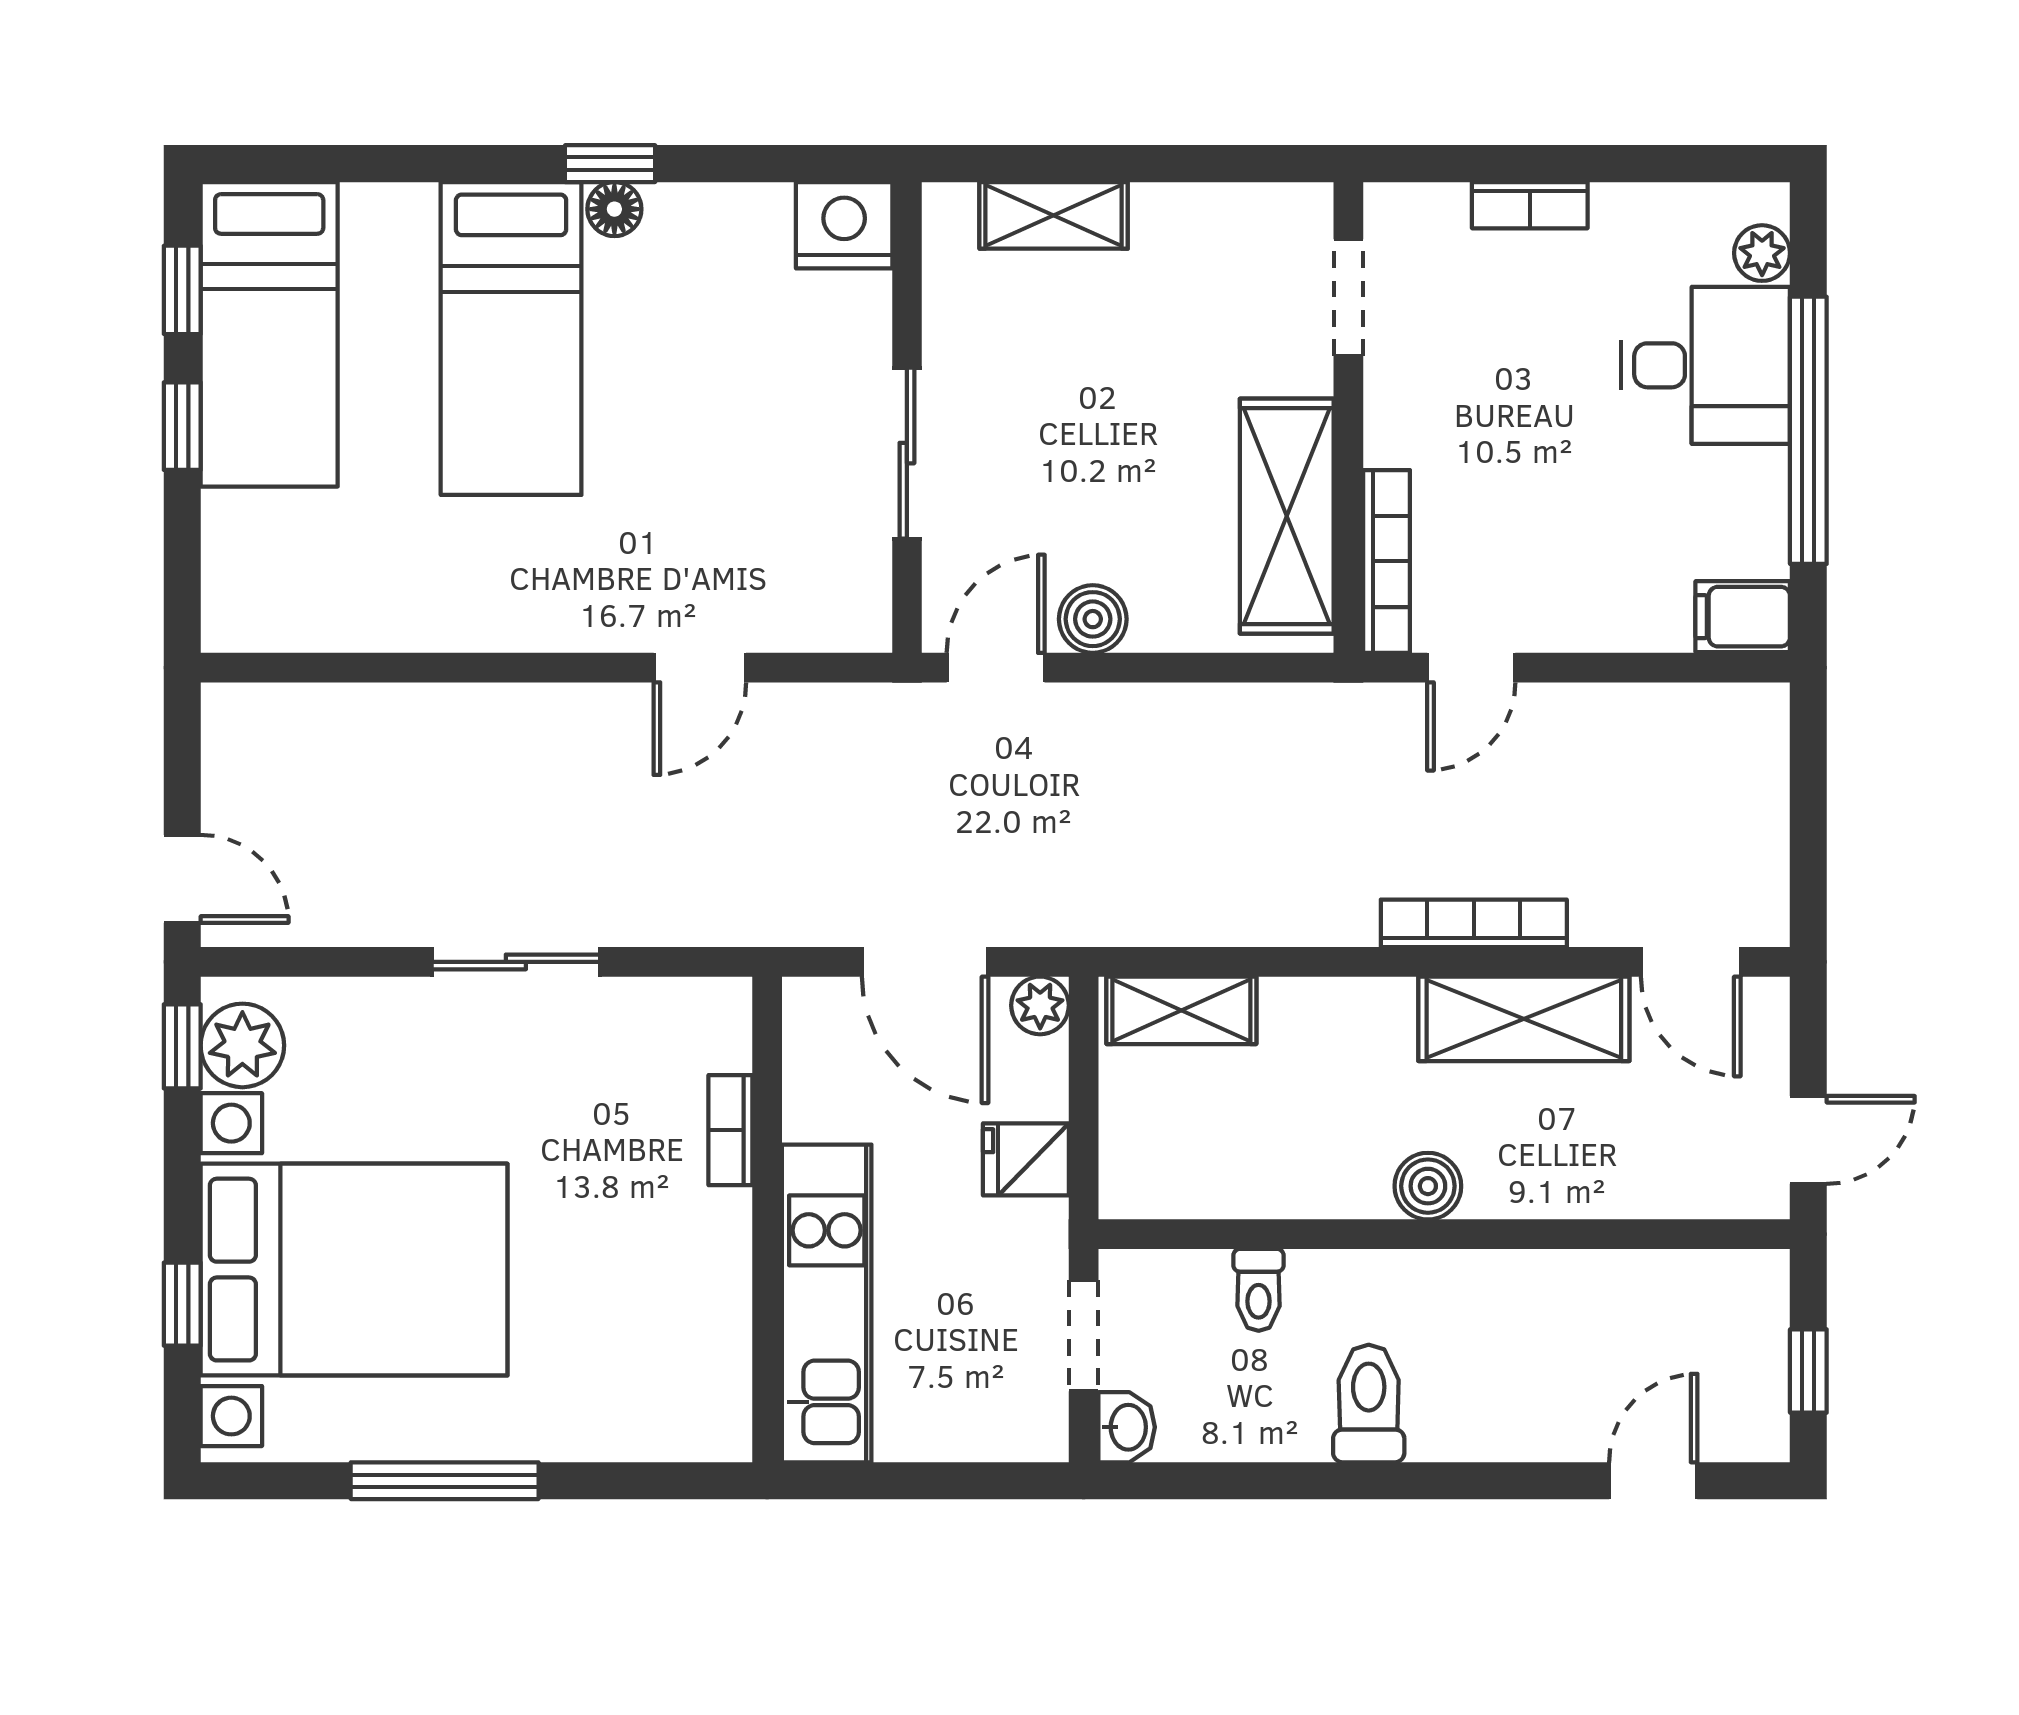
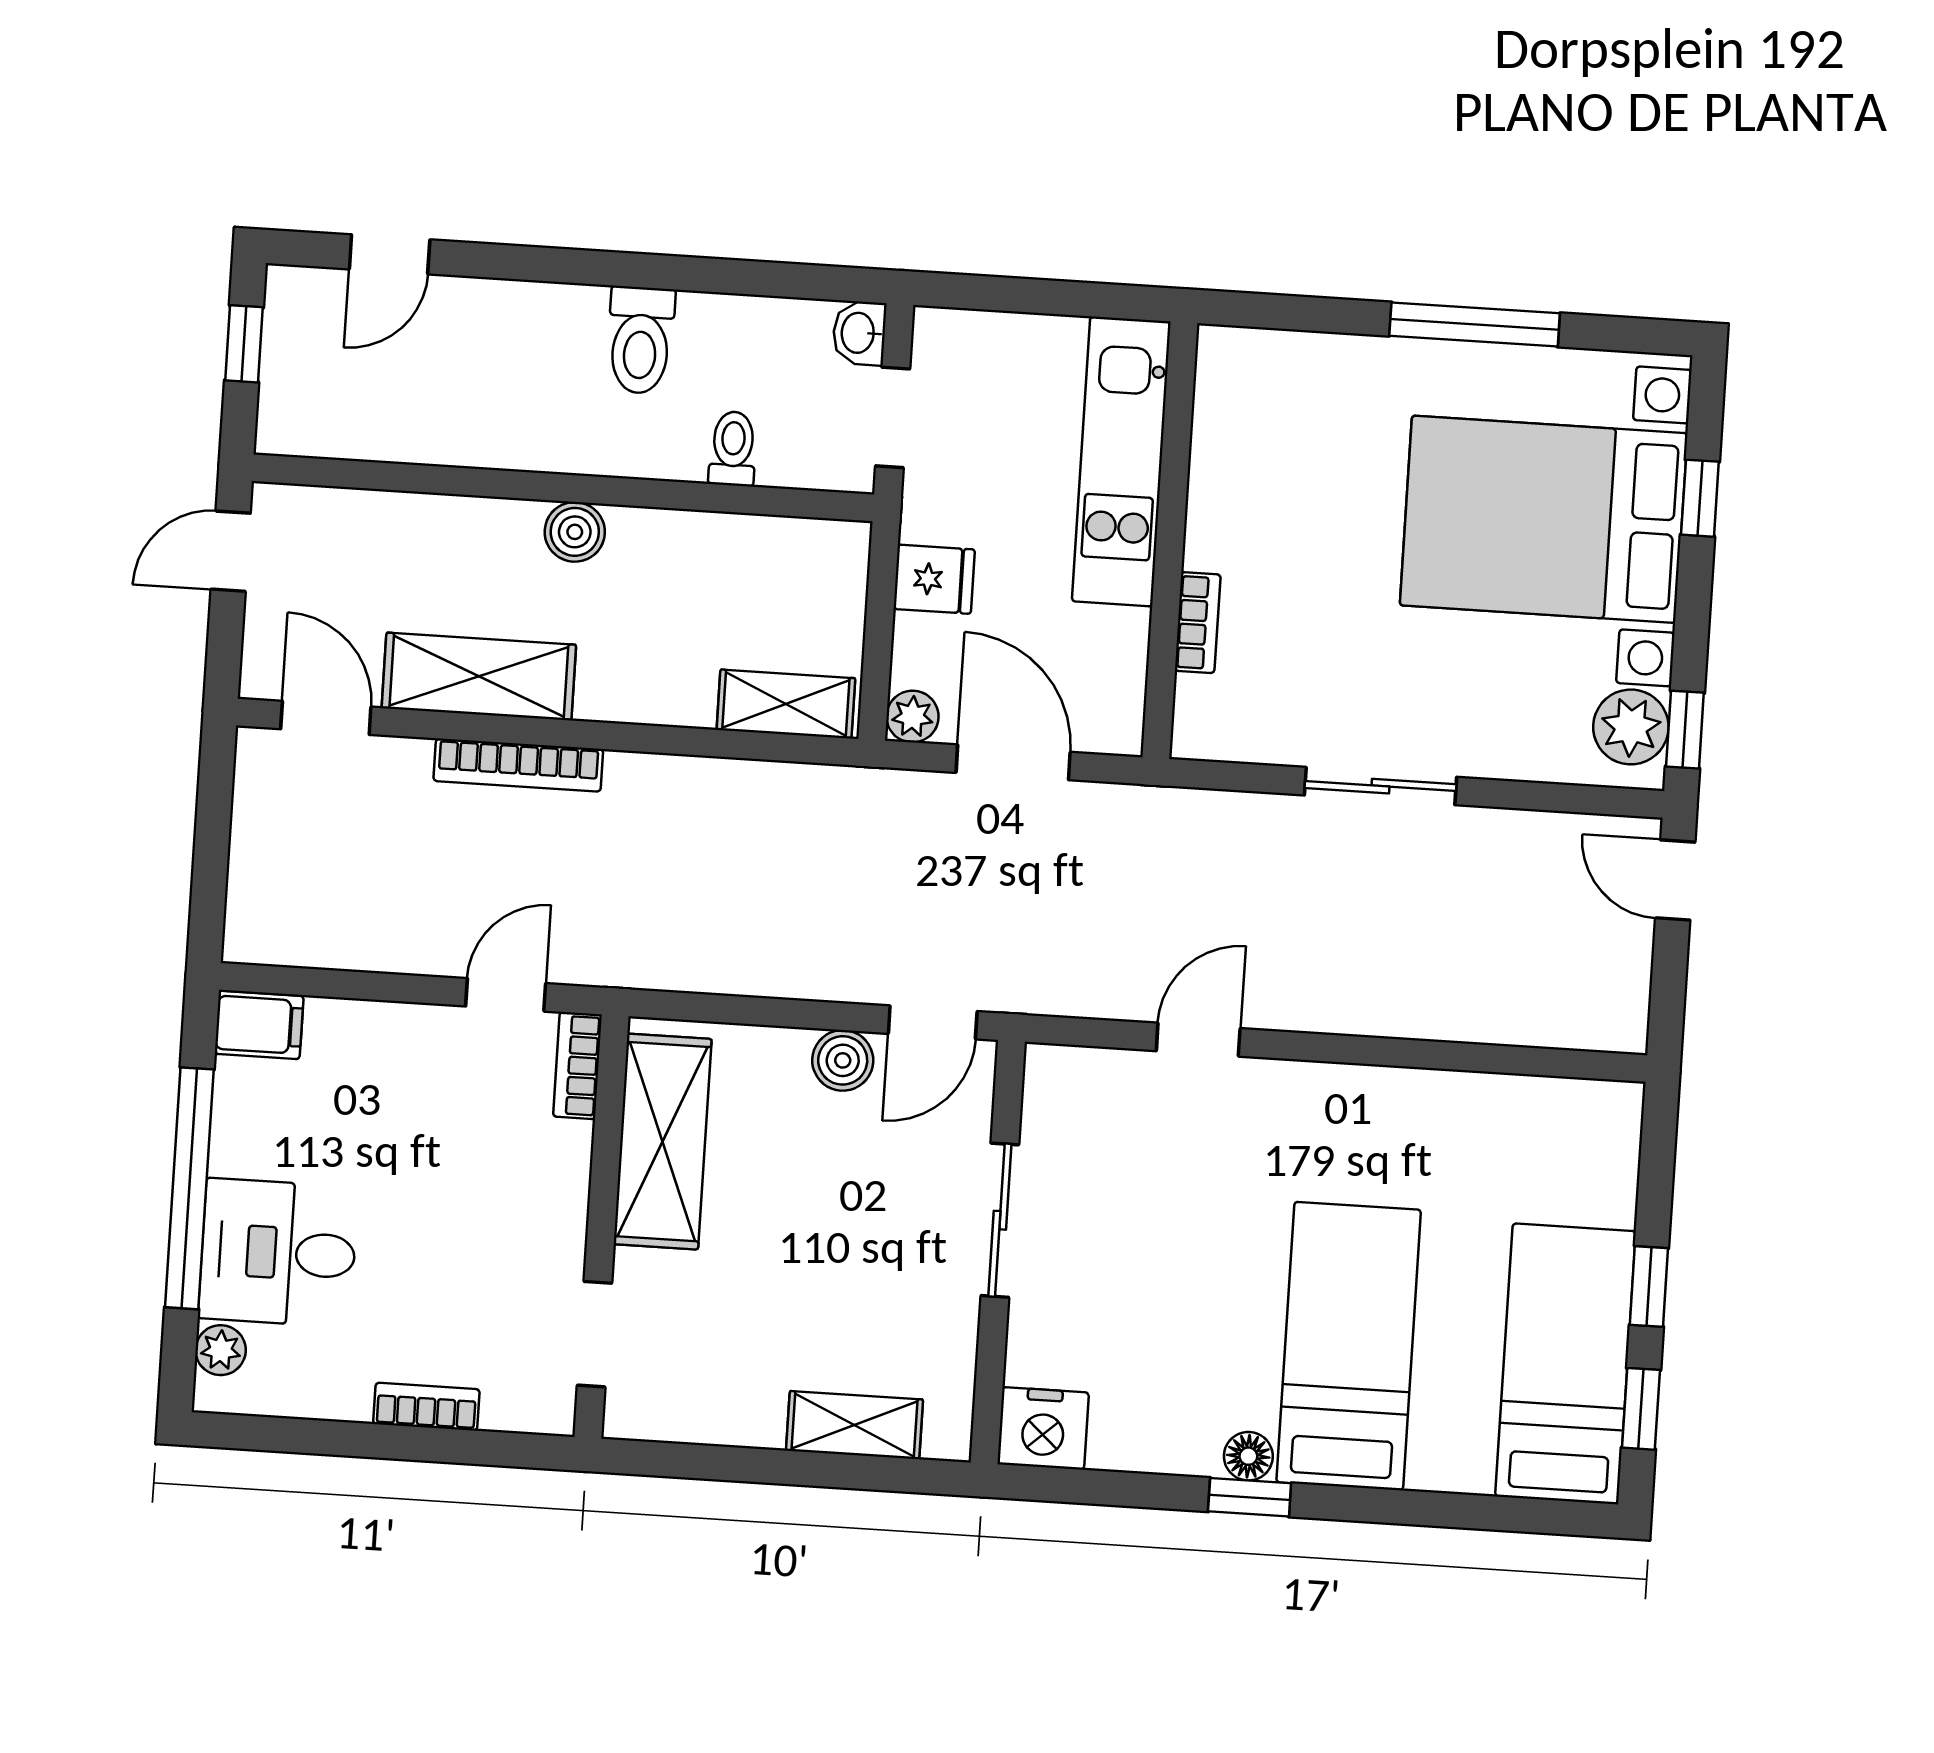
bookcase: (1387, 561) -> (578, 1065), width x0.64

